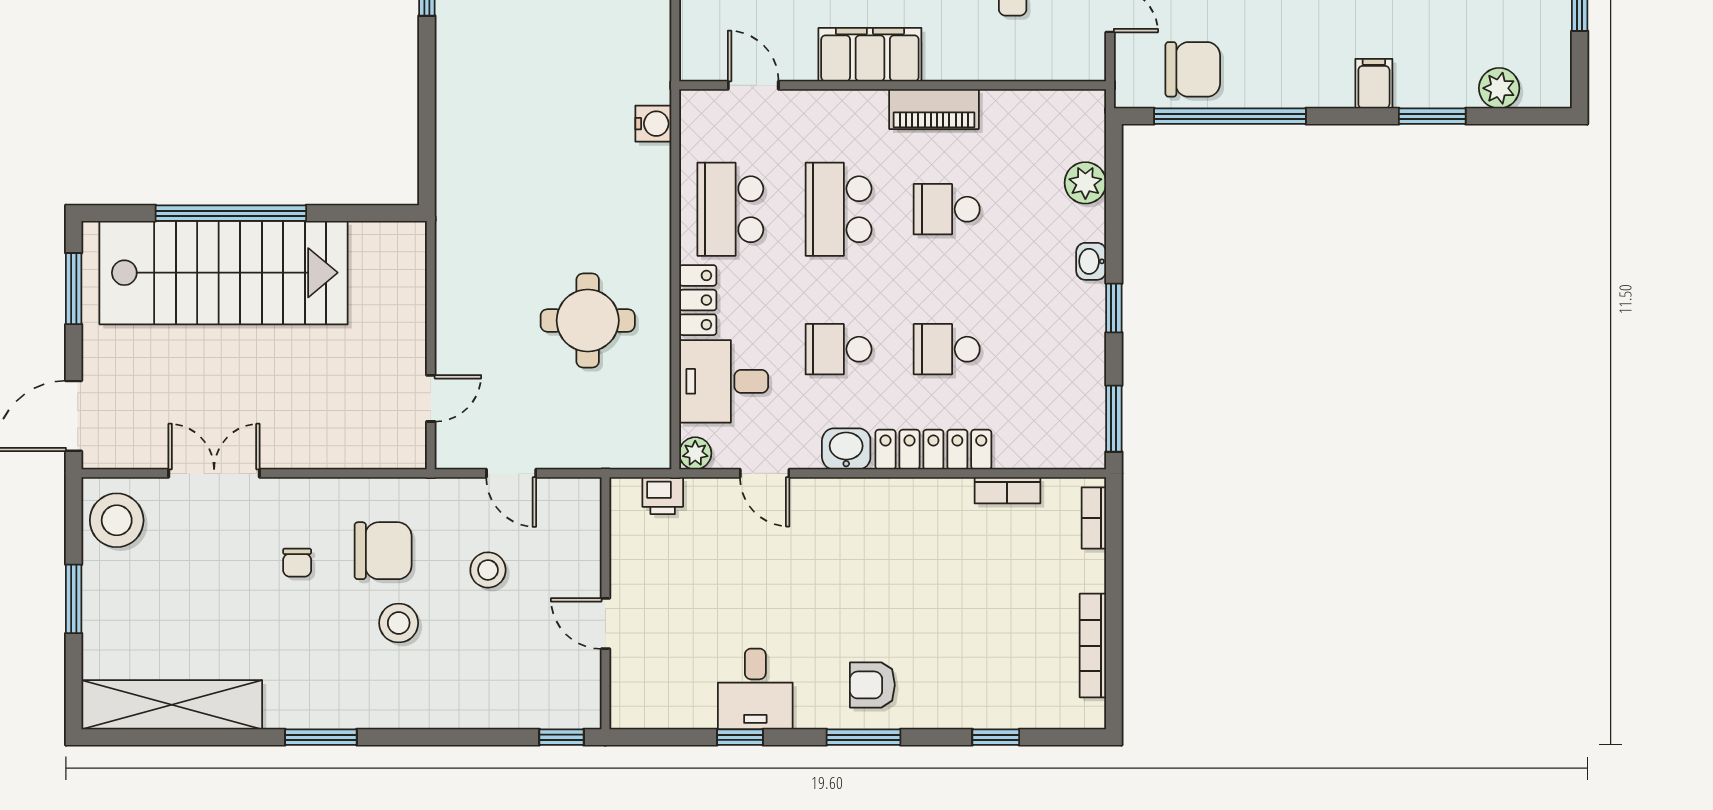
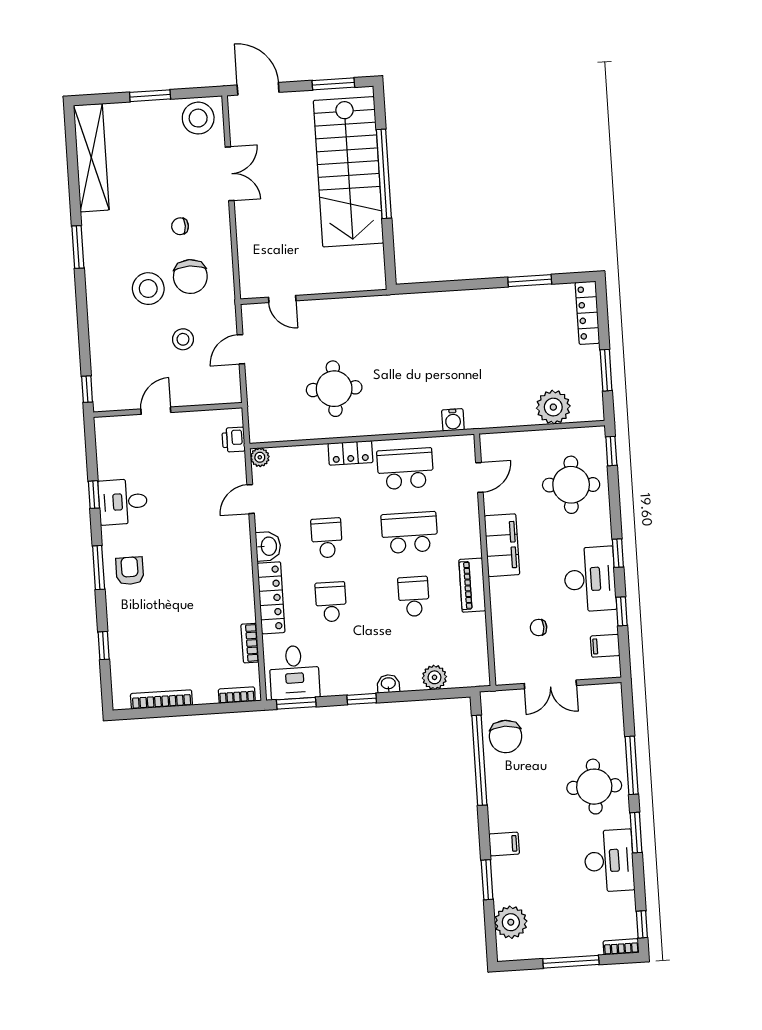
plant: (1499, 88) -> (511, 922), width x1.36, depth x1.36
desk: (724, 381) -> (294, 672), moved, turned 180
stool: (399, 623) -> (148, 289), width x1.38, depth x1.38

